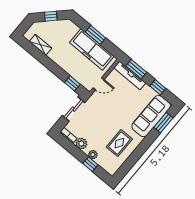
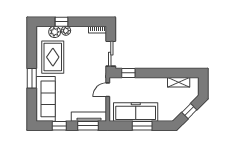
window: (163, 123) -> (32, 78), moved
rug: (119, 143) -> (53, 57), width x1.36, depth x1.43
plant: (81, 144) -> (55, 32), moved

